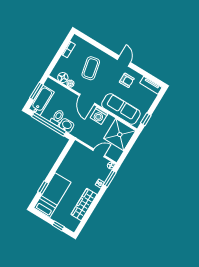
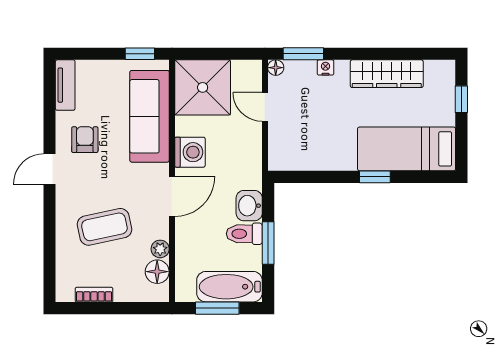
window: (49, 124) -> (268, 243), width x0.47
window: (43, 187) -> (375, 177), moved

